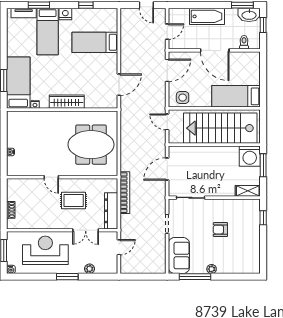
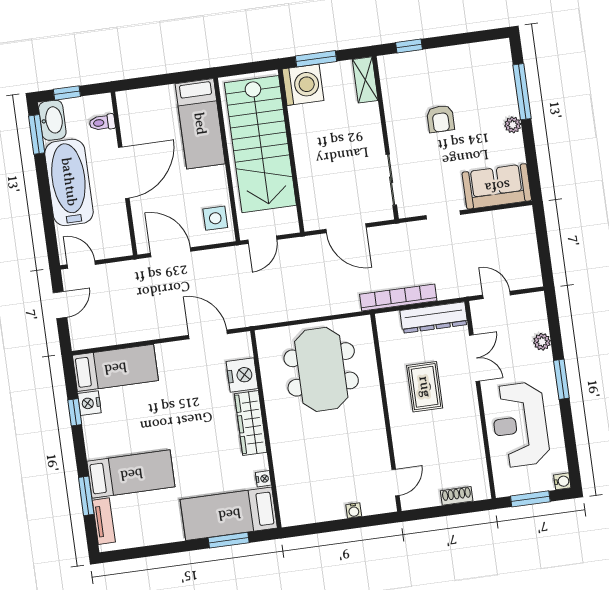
nightstand: (65, 14) -> (89, 403), moved
bathtub: (207, 16) -> (69, 182), width x1.36, depth x1.36
door: (167, 32) -> (81, 265), moved
bed: (95, 42) -> (115, 368), moved, turned -90
nightstand: (94, 101) -> (242, 375), added
door: (51, 177) -> (396, 482), moved
window: (195, 277) -> (522, 92), moved

